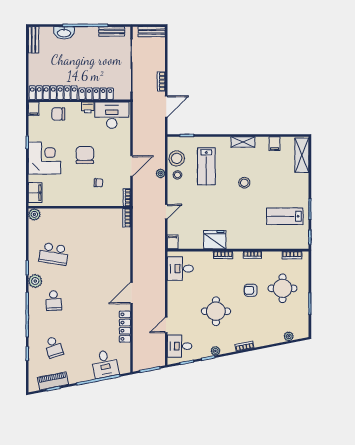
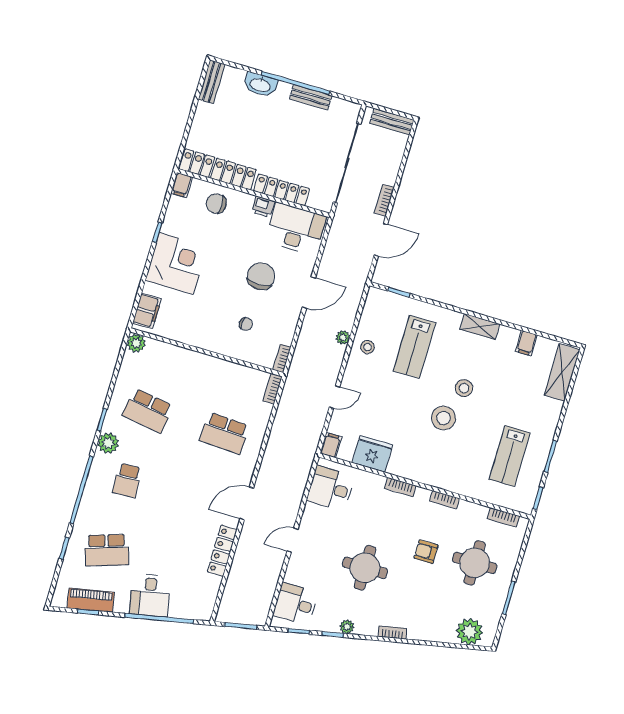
bench: (112, 31) -> (311, 97), moved
chair: (85, 155) -> (261, 276), moved
stool: (177, 158) -> (444, 418), moved
door: (131, 166) -> (309, 293), moved
lab bench: (285, 216) -> (510, 456), turned -90
fridge: (215, 240) -> (372, 454), moved
school desk: (105, 254) -> (224, 433), added
door: (166, 325) -> (292, 540), moved
plant: (289, 336) -> (469, 632), width x1.87, depth x1.87
school desk: (54, 347) -> (107, 550), width x1.85
desk: (105, 364) -> (150, 595), moved

